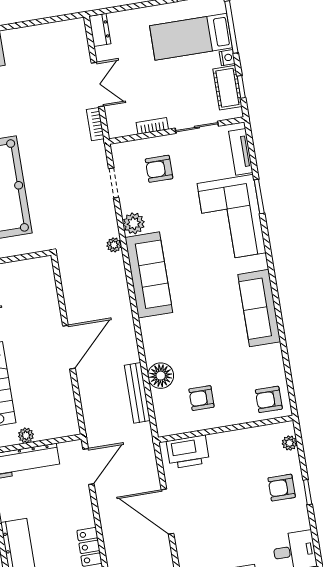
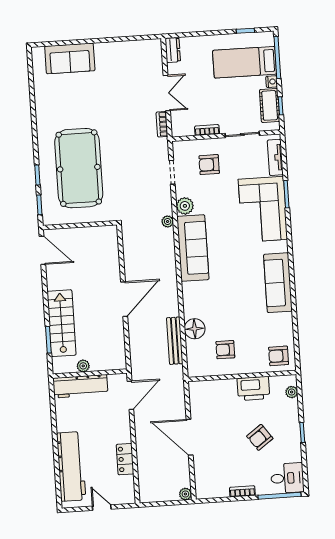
printer: (188, 452) -> (253, 388), moved
armchair: (282, 488) -> (260, 437), moved, turned -36

